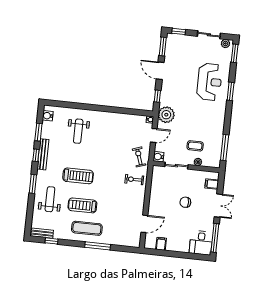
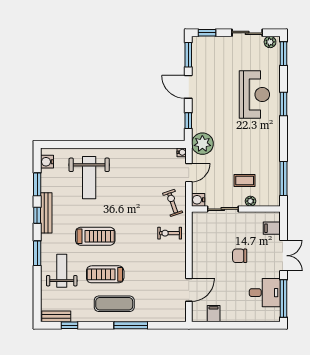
weight bench: (78, 131) -> (89, 178), width x1.36, depth x1.33
desk: (201, 243) -> (265, 293), moved, turned -90

